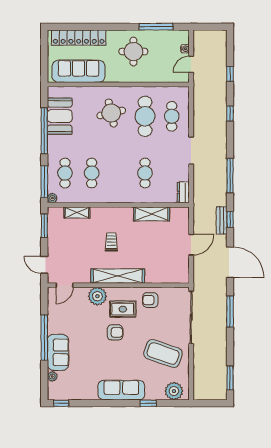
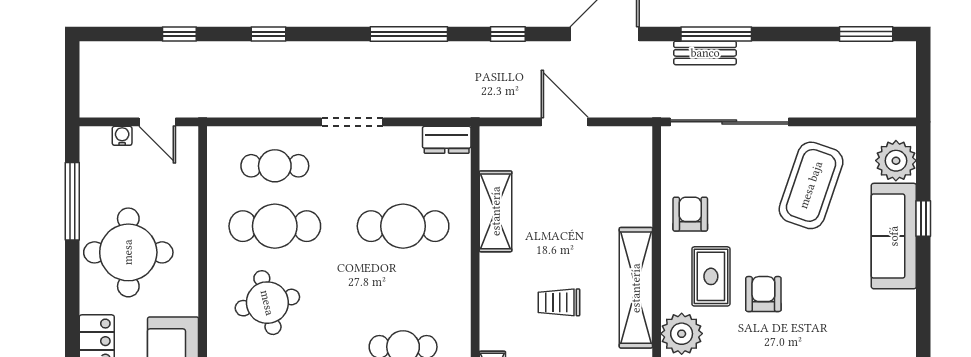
round table: (133, 51) -> (128, 252), width x1.36, depth x1.36
cafe table: (145, 173) -> (403, 226), width x1.37, depth x1.35
bench: (222, 220) -> (705, 53), moved
armchair: (150, 300) -> (690, 214), turned 180
sofa: (121, 390) -> (894, 236), moved

